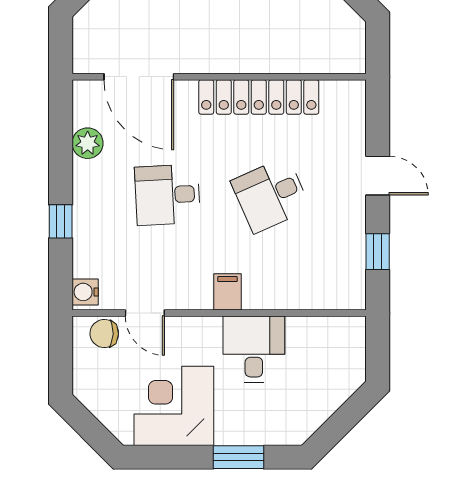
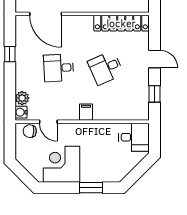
locker: (259, 97) -> (121, 23), moved
plant: (88, 143) -> (22, 98), moved
window: (61, 221) -> (10, 54), moved
desk: (254, 349) -> (134, 137), moved, turned 90

